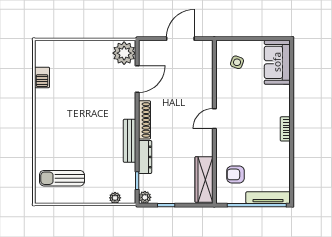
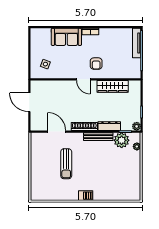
plant: (124, 53) -> (122, 140), moved
sofa: (277, 62) -> (66, 37), moved
barbecue: (42, 77) -> (86, 196), moved
armchair: (236, 174) -> (96, 64), moved
sun lounger: (62, 178) -> (66, 164), moved
wardrobe: (204, 179) -> (113, 86), moved

